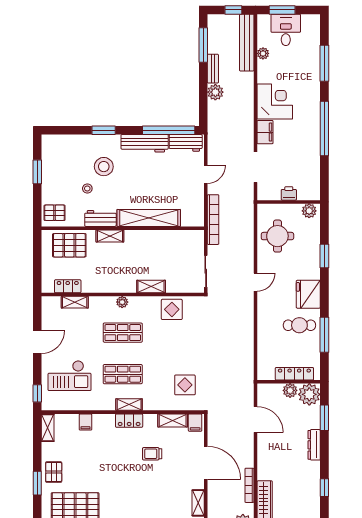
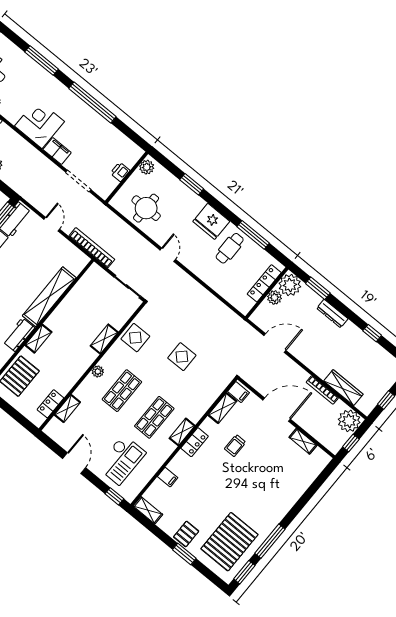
display table: (185, 385) -> (182, 357), moved
pallet: (54, 472) -> (186, 534), turned 90

